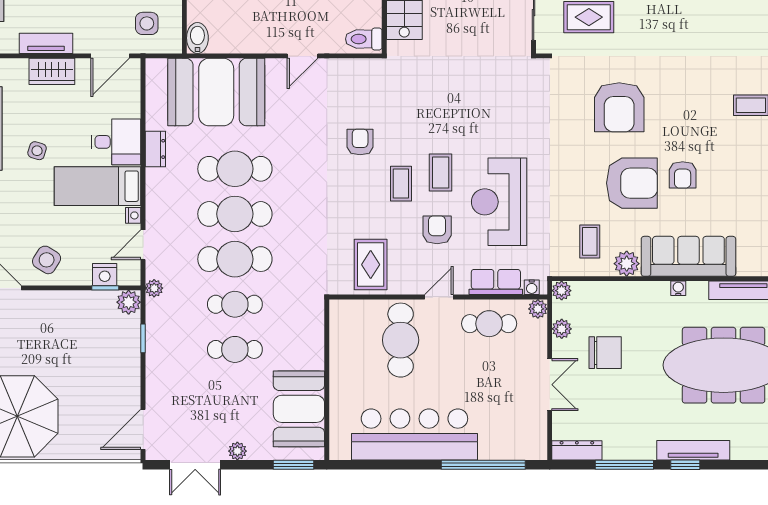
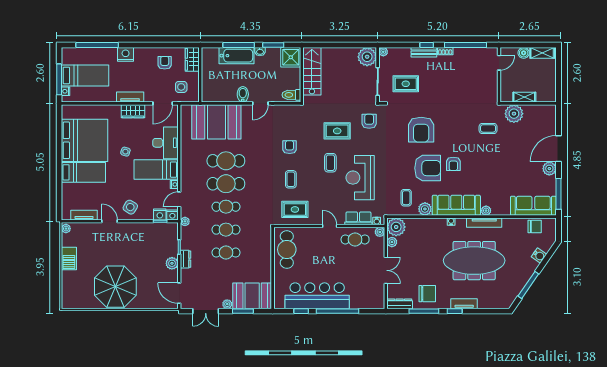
bidet: (197, 38) -> (243, 94), moved
rug: (454, 110) -> (337, 131), added
desk: (116, 142) -> (166, 143), width x1.37
dresser: (155, 149) -> (186, 259), moved
coffee table: (401, 184) -> (291, 179), moved
armchair: (437, 230) -> (369, 121), moved
cafe table: (235, 259) -> (226, 207), width x0.73, depth x0.74
rug: (371, 265) -> (295, 209), turned 90
plant: (747, 267) -> (486, 211), added
nightstand: (129, 275) -> (172, 215), added
plant: (562, 291) -> (396, 227), width x1.87, depth x1.87
door: (439, 297) -> (330, 226), hinge flipped
plant: (129, 302) -> (172, 263), moved
cafe table: (401, 340) -> (287, 250), moved
chair: (605, 353) -> (427, 294), moved
booth: (299, 409) -> (252, 296), moved, turned 90
door: (143, 429) -> (179, 293), hinge flipped
tv unit: (693, 450) -> (464, 304), width x0.71
window: (293, 465) -> (243, 311), moved
window: (383, 465) -> (301, 311), added
window: (483, 465) -> (338, 311), moved

